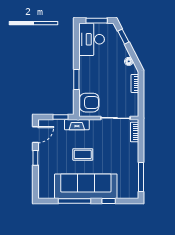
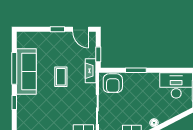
window: (123, 37) -> (179, 117), removed
sofa: (86, 186) -> (26, 72), width x0.74, depth x0.79

